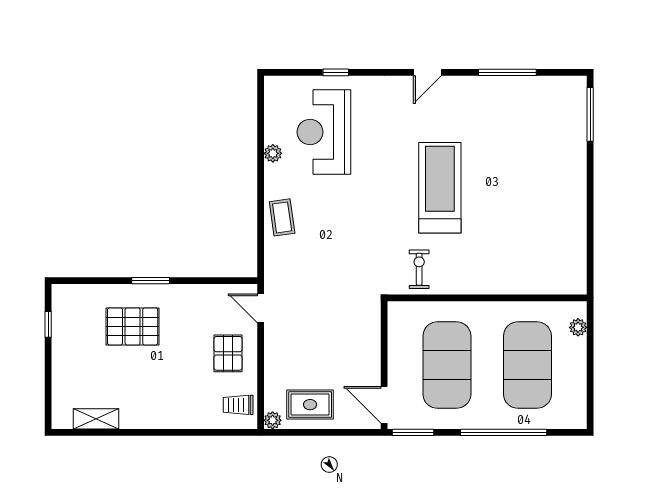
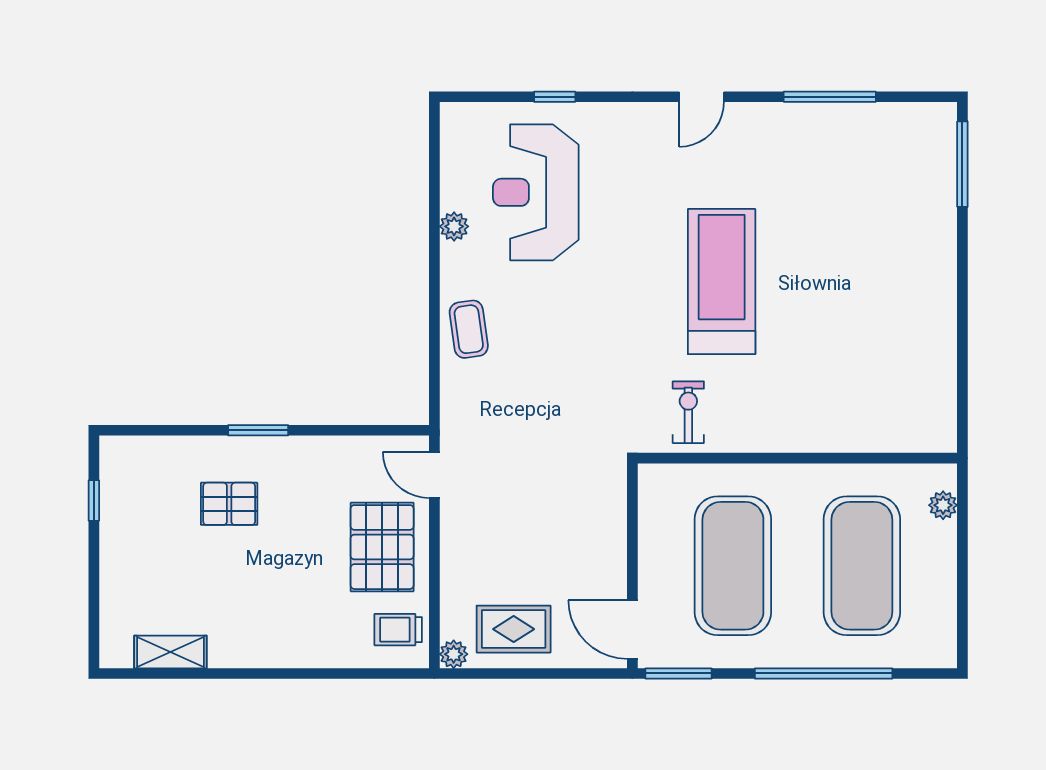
pallet: (133, 326) -> (229, 504), width x0.67, depth x0.71
pallet: (228, 353) -> (382, 547), width x1.50, depth x1.42

